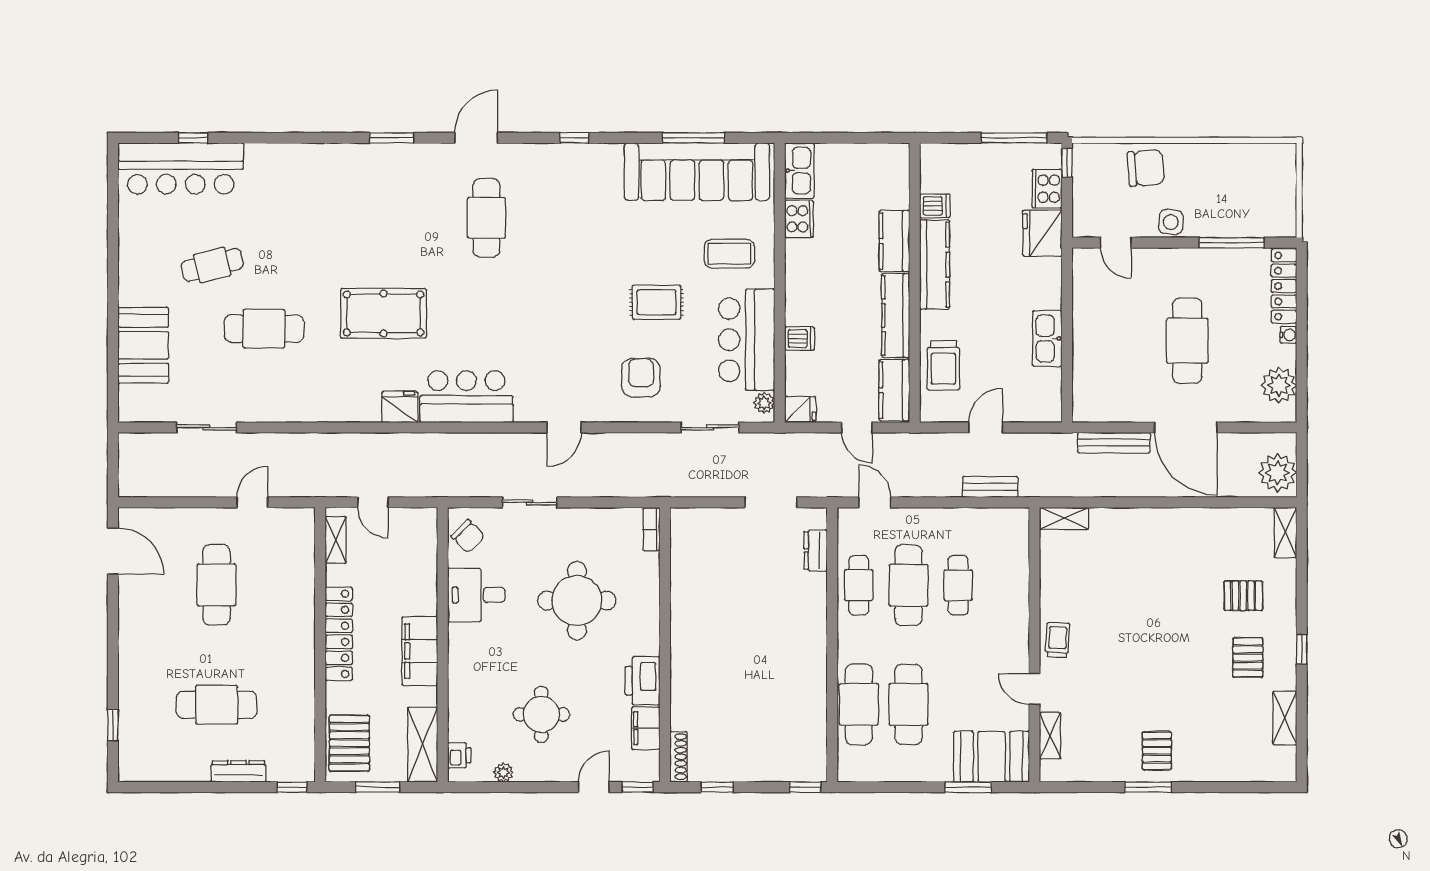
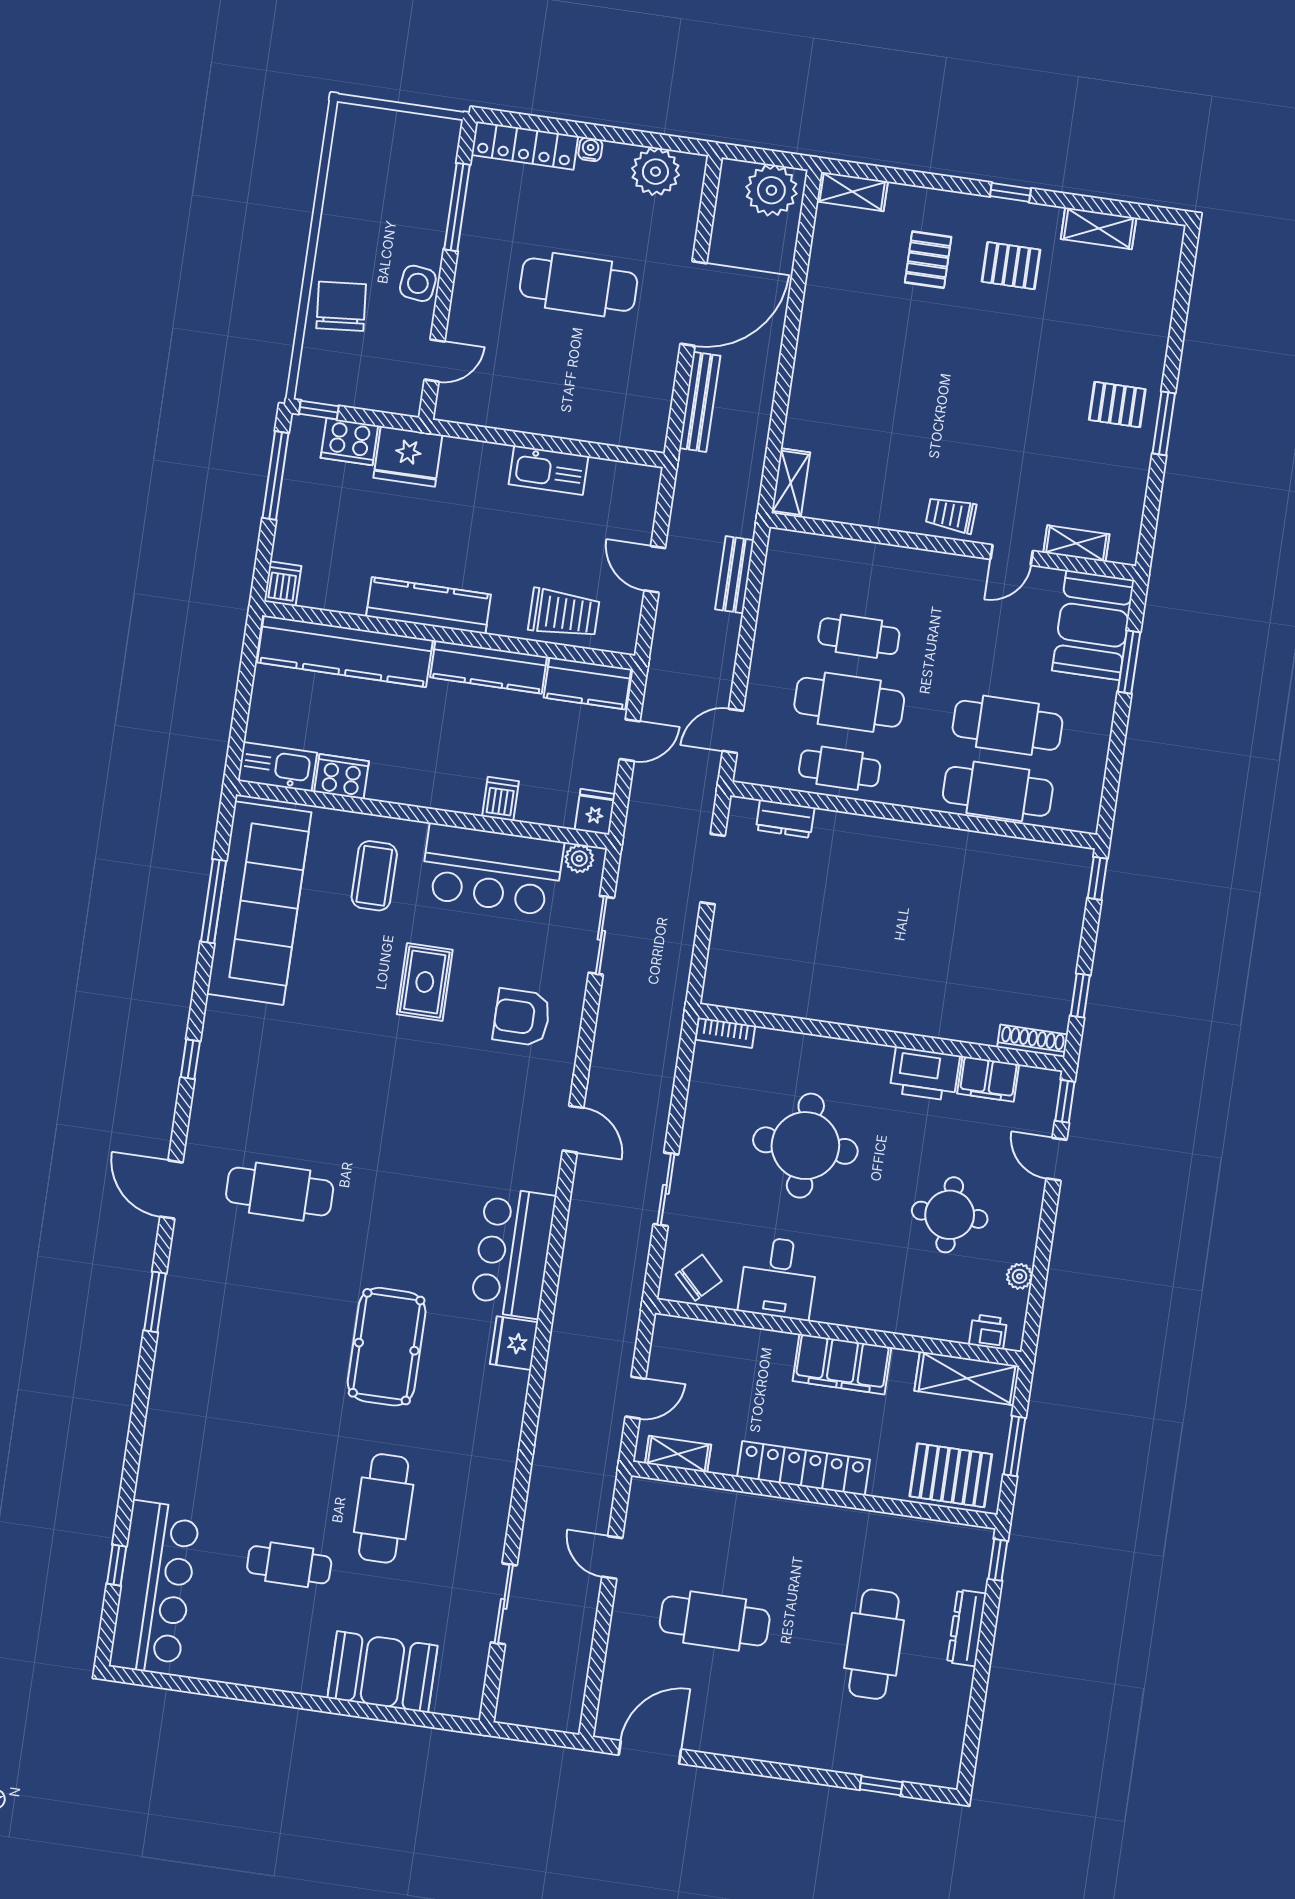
dishwasher: (935, 206) -> (283, 584), moved
kitchen counter: (894, 241) -> (345, 651), width x2.08, depth x1.17
cafe table: (212, 265) -> (289, 1565), turned -76

